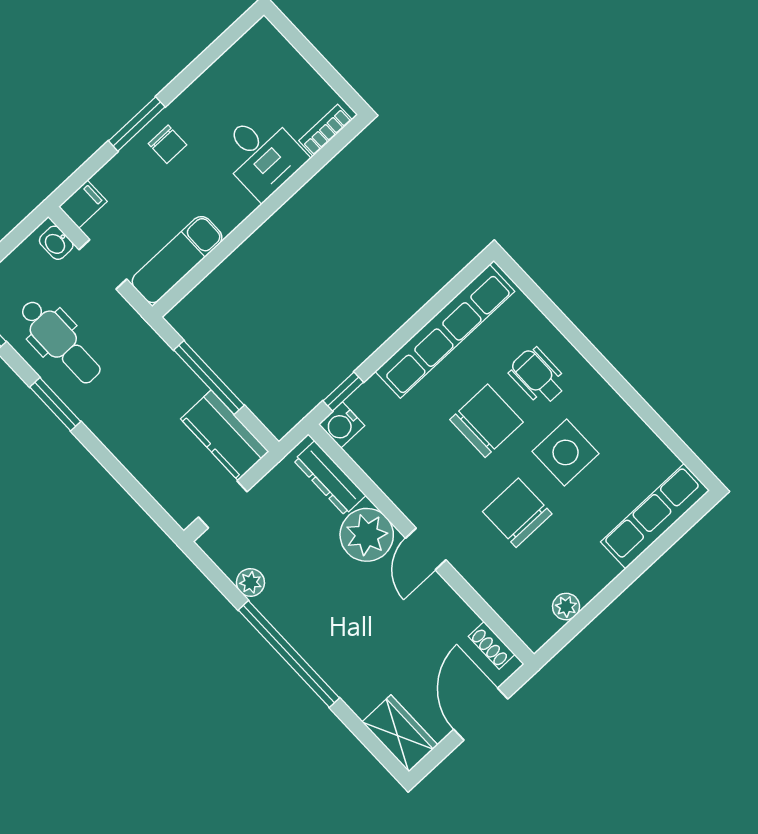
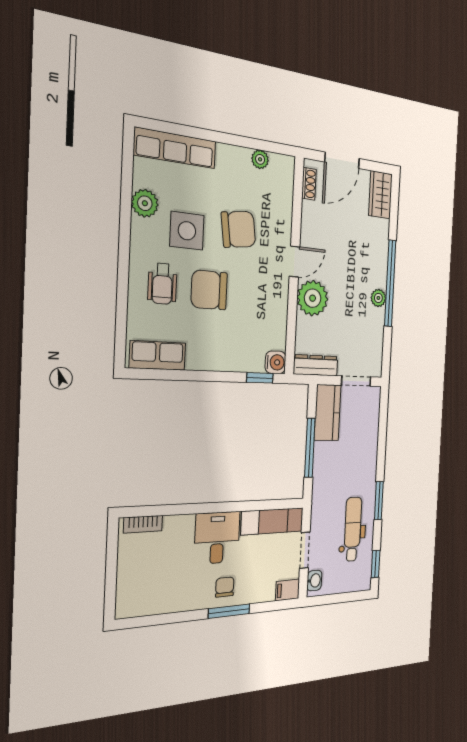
desk: (262, 155) -> (217, 538), moved
row of seats: (445, 331) -> (158, 355), width x0.50
plant: (630, 432) -> (145, 203), added
dresser: (330, 478) -> (316, 365), moved, turned -90
chair: (517, 513) -> (238, 229), turned -98
plant: (250, 582) -> (378, 298), moved

